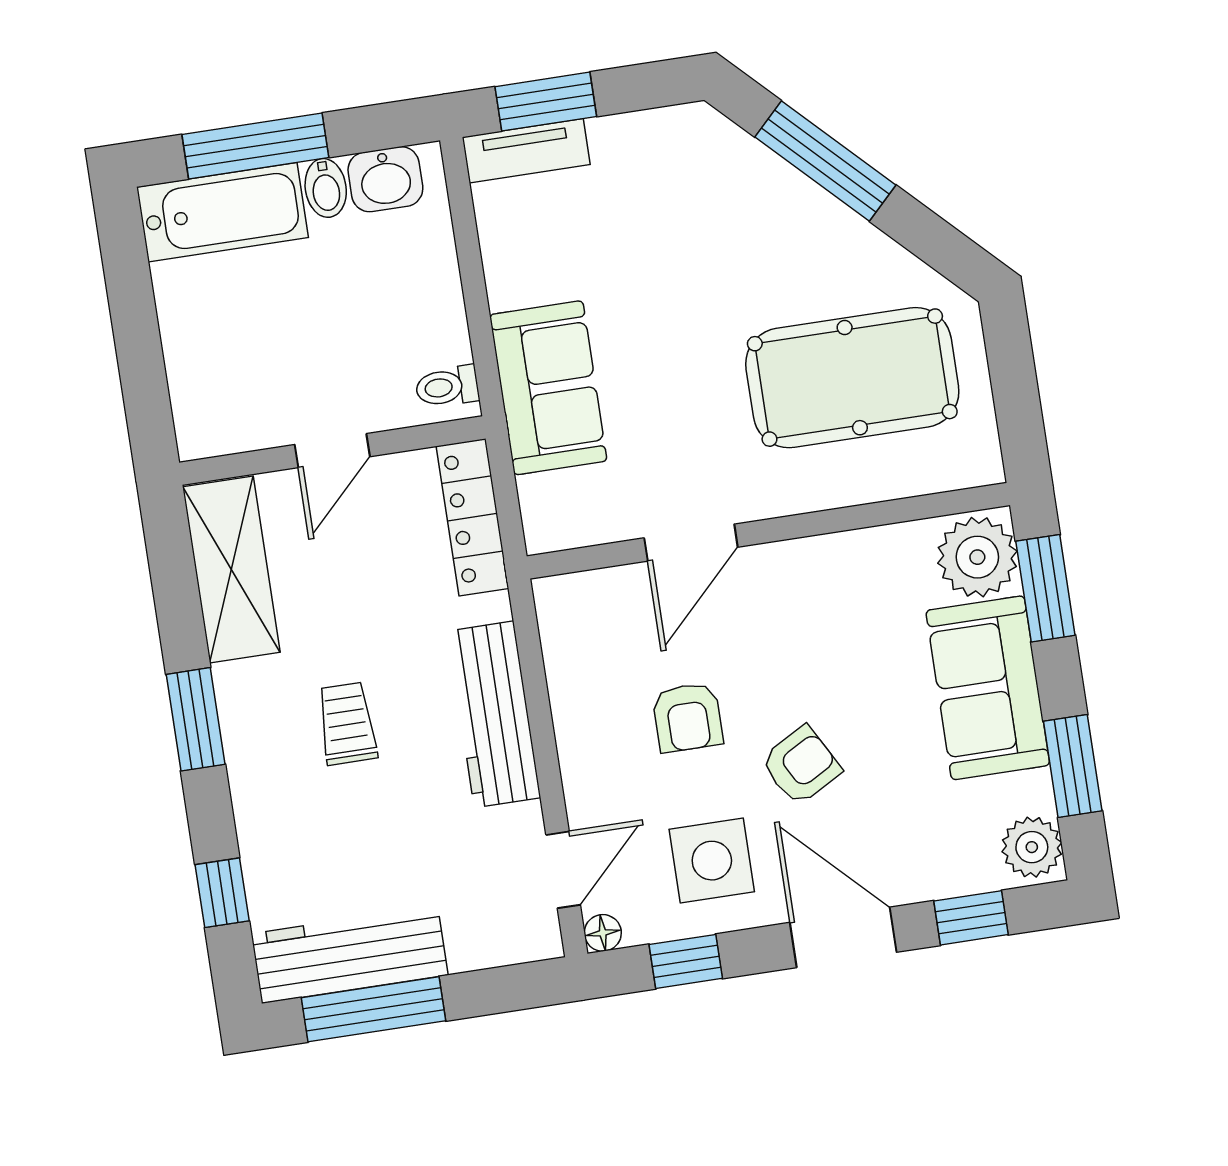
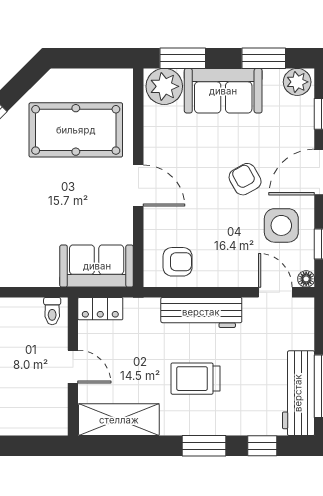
pool table: (852, 378) -> (76, 130), turned 90
sofa: (548, 388) -> (97, 266), moved
locker: (473, 517) -> (100, 309), width x0.66
door: (691, 543) -> (138, 186), moved
armchair: (688, 717) -> (178, 262), moved
window: (196, 719) -> (204, 446), moved
trolley: (347, 724) -> (195, 379), width x1.36, depth x1.39

